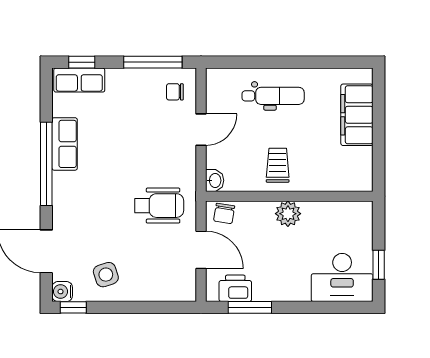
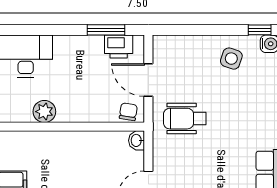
trolley: (278, 165) -> (82, 154), removed
plant: (288, 214) -> (44, 112), moved
side table: (106, 275) -> (231, 59), turned 37

